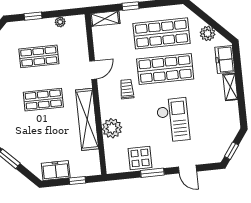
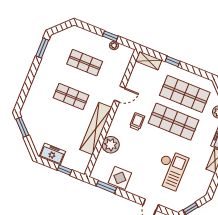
window: (33, 16) -> (110, 36), moved
checkout: (173, 120) -> (171, 170), moved
window: (152, 173) -> (106, 187), moved

